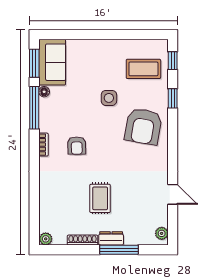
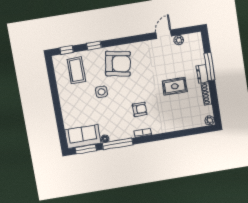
plant: (162, 233) -> (179, 40), moved

